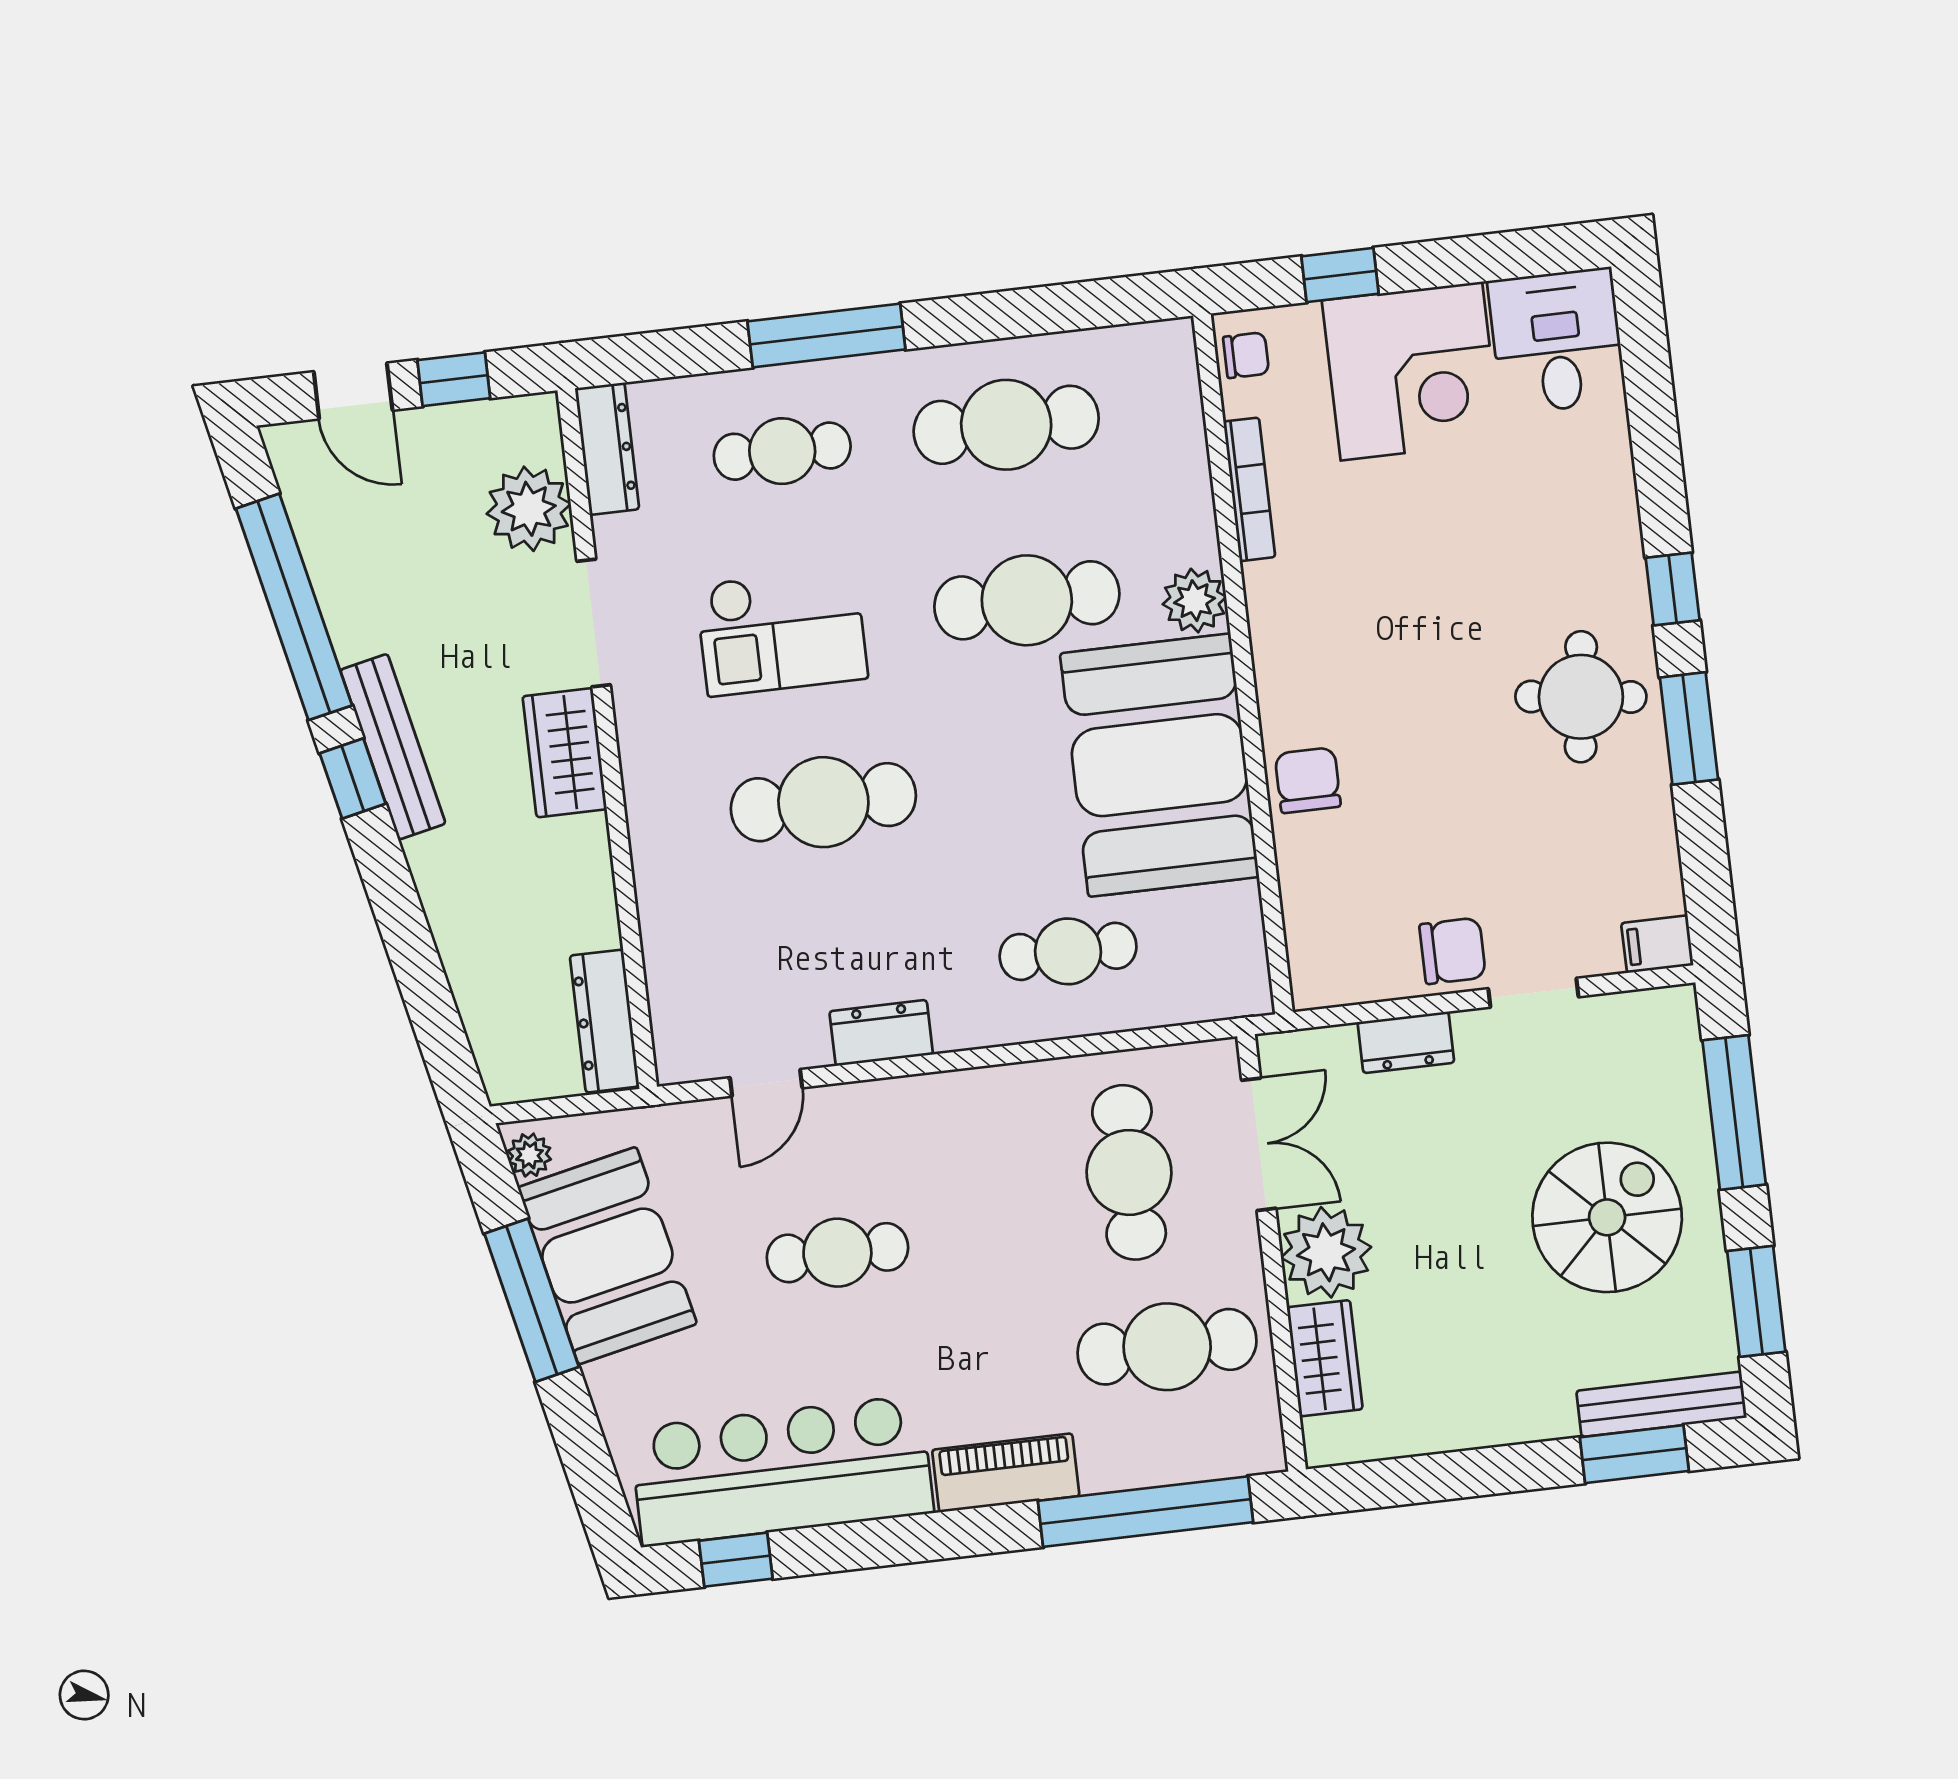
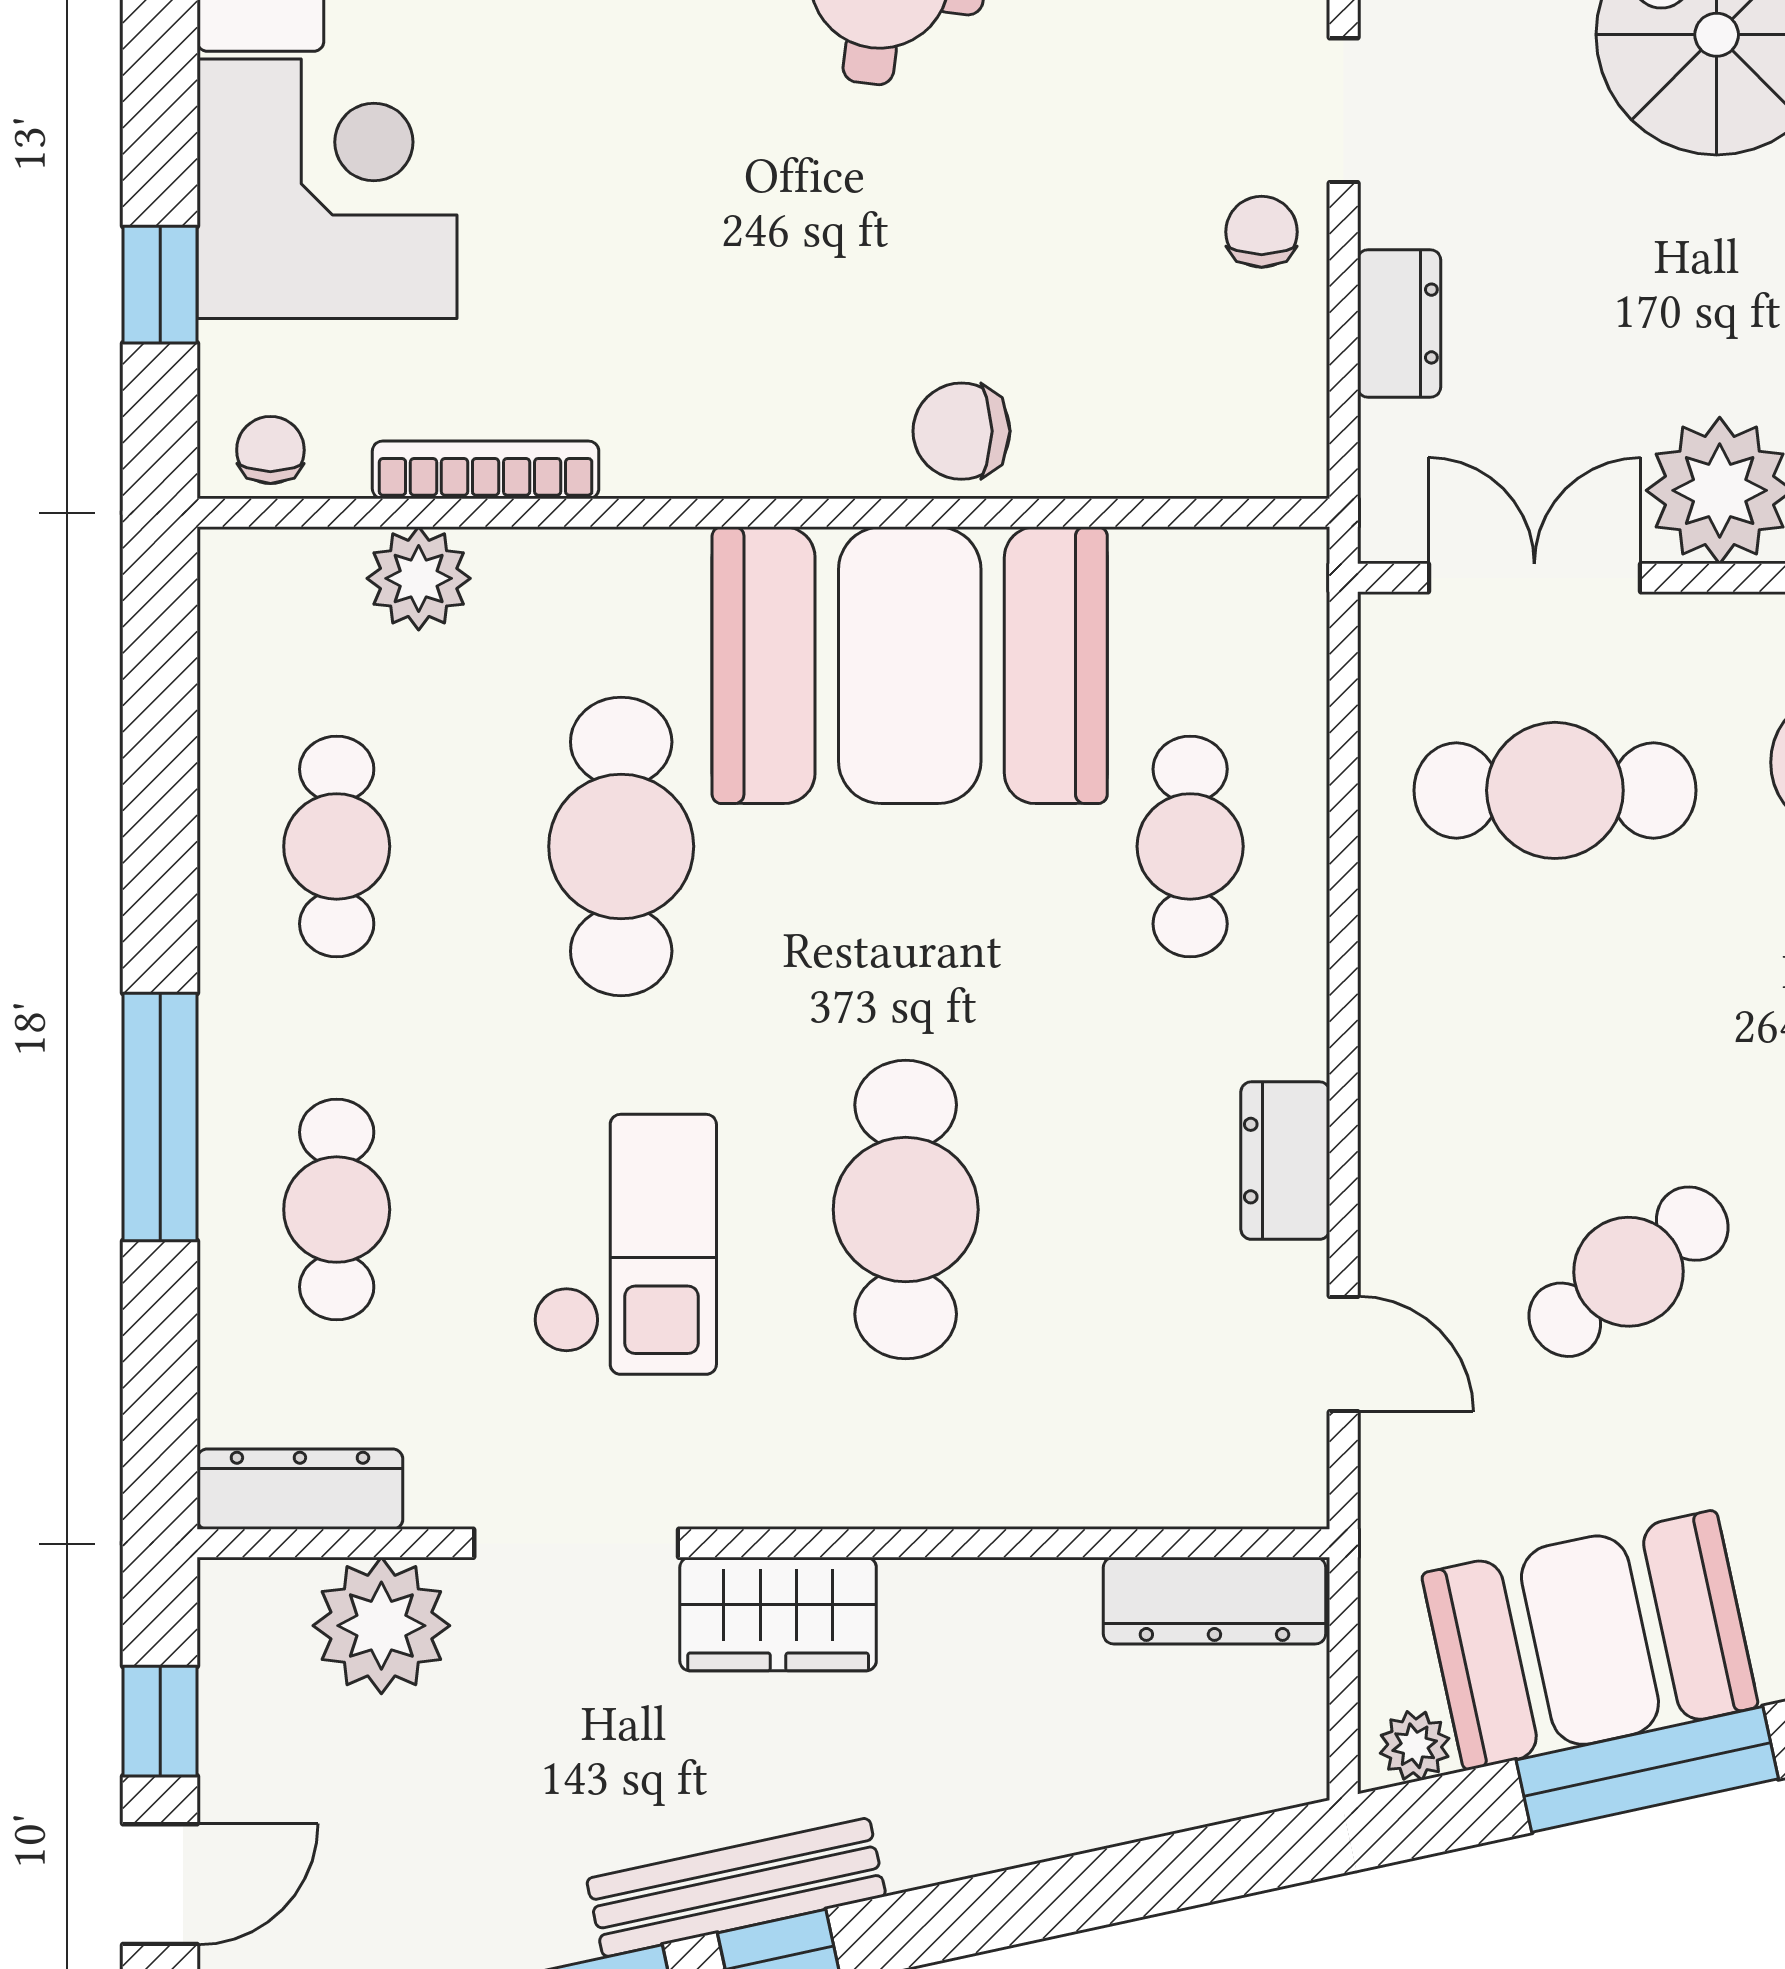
cafe table: (1006, 425) -> (337, 846), width x0.73, depth x0.74
plant: (1195, 601) -> (419, 578), moved
chair: (1453, 951) -> (1262, 232), width x0.73, depth x0.73
cafe table: (837, 1253) -> (1628, 1272), turned 53

